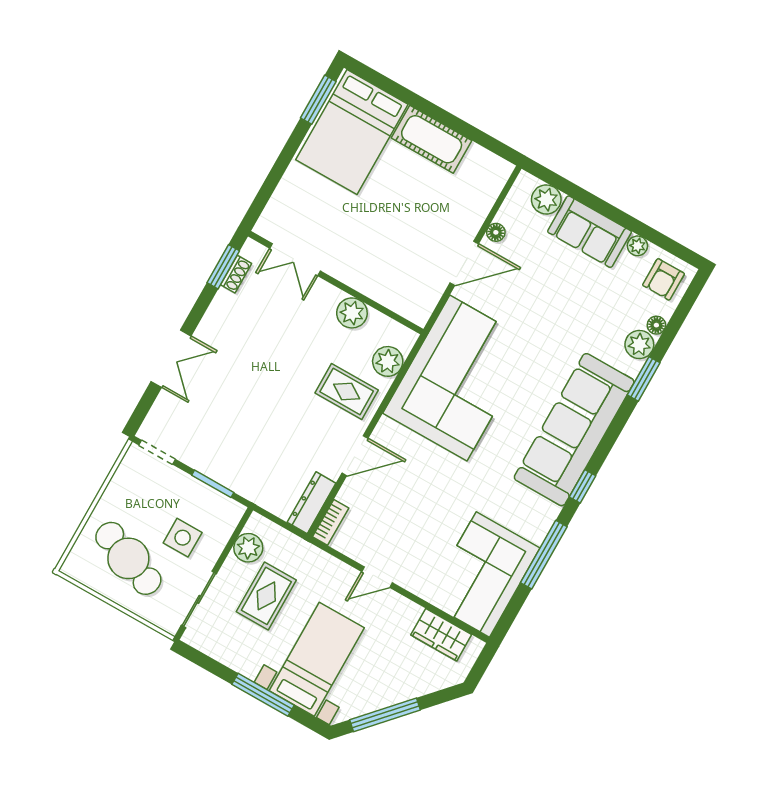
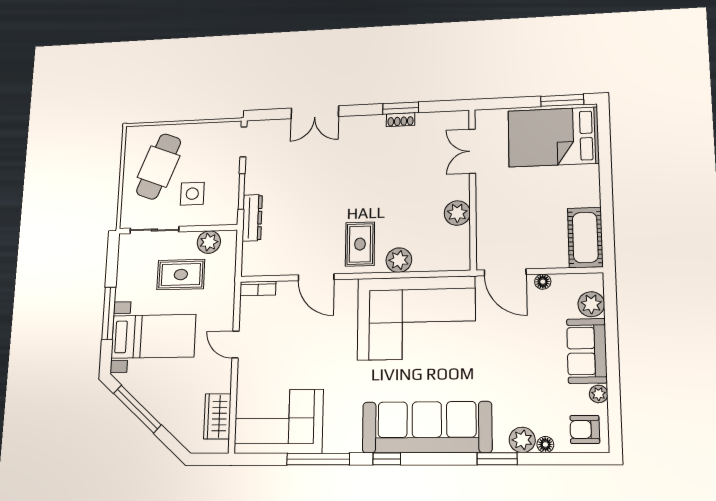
cot: (432, 139) -> (585, 237), moved
double door: (295, 260) -> (472, 151), moved
wall: (336, 283) -> (473, 189), moved
plant: (352, 313) -> (457, 213), moved
dresser: (312, 503) -> (252, 218), moved, turned 90

